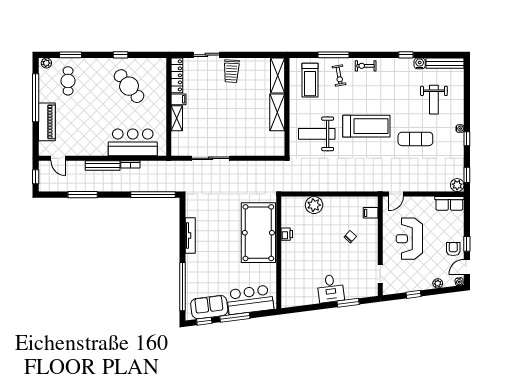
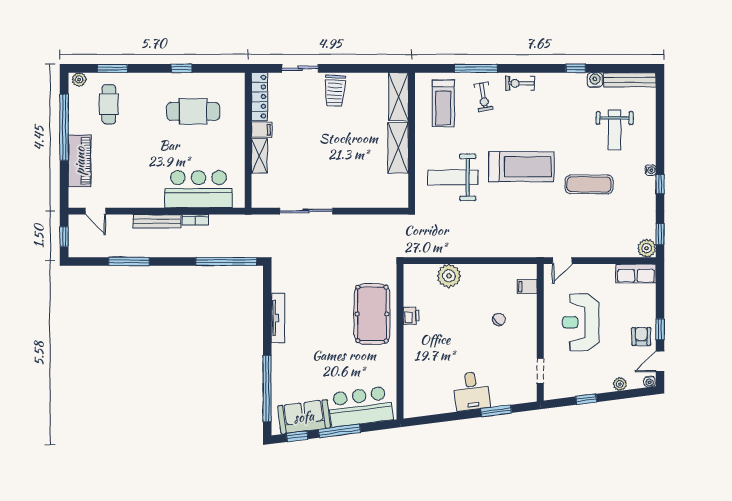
cafe table: (129, 86) -> (193, 111), turned -51
pool table: (258, 233) -> (372, 314), width x0.73, depth x0.76

